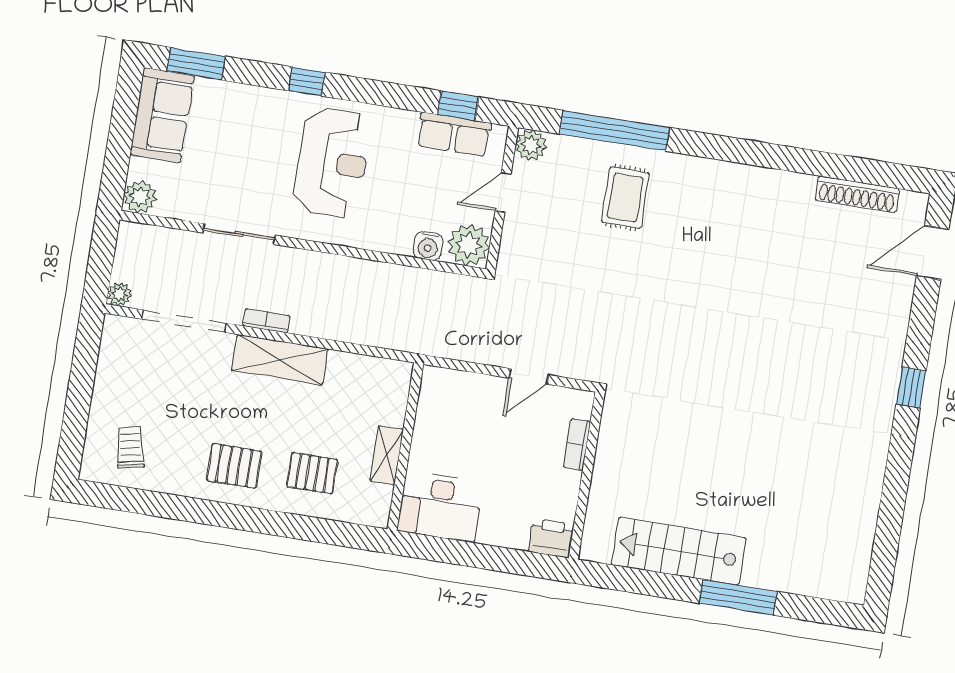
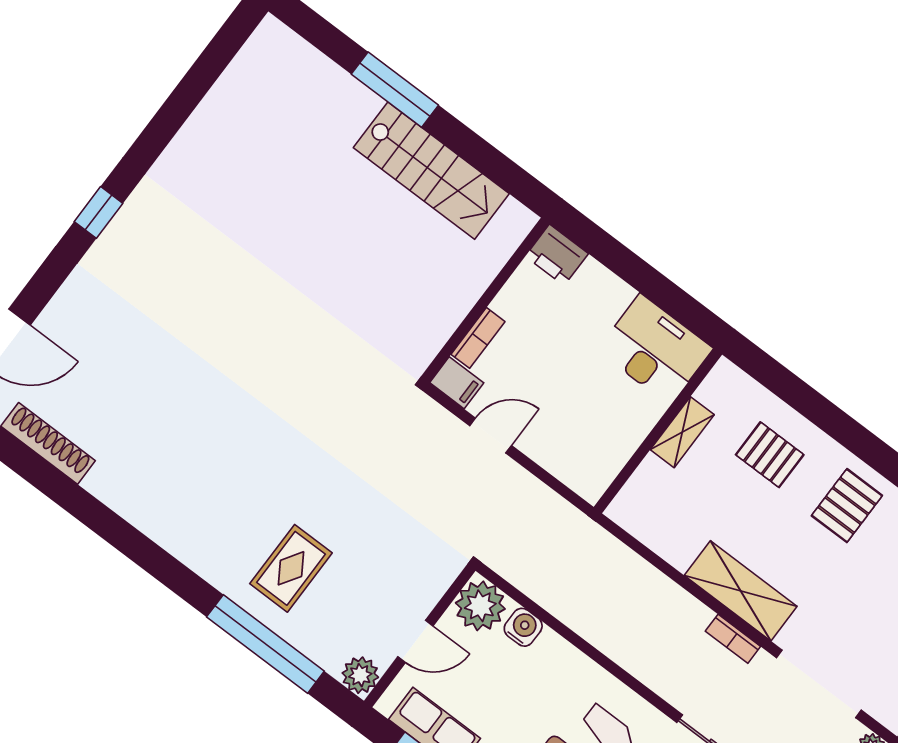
filing cabinet: (575, 403) -> (457, 383), added
pallet: (234, 466) -> (847, 506), turned 90

